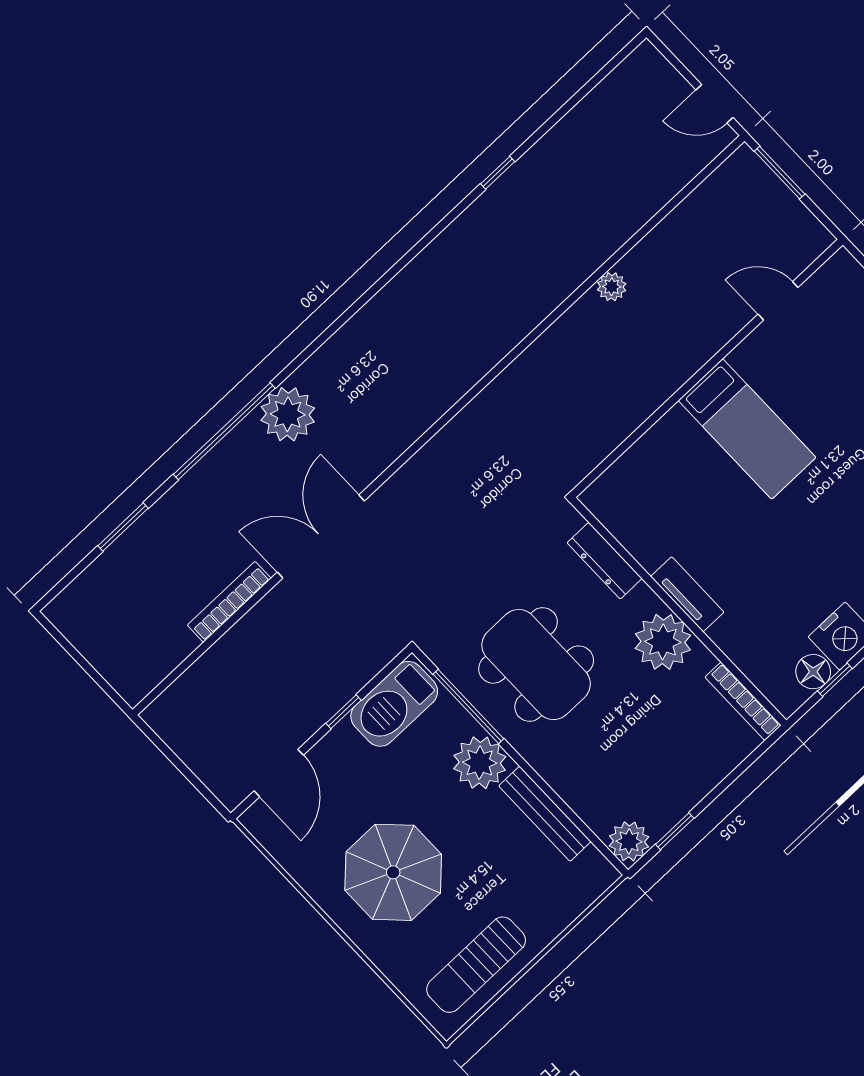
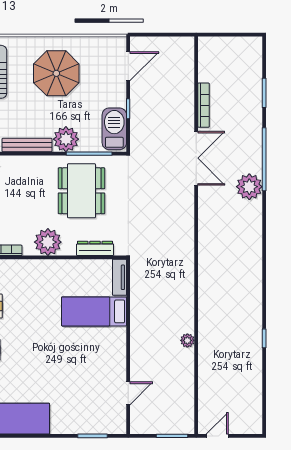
bed: (747, 429) -> (94, 311), moved
tv unit: (687, 594) -> (119, 277), moved, turned 90
dining table: (536, 665) -> (81, 191), turned 90
door: (279, 773) -> (128, 66), swing flipped

